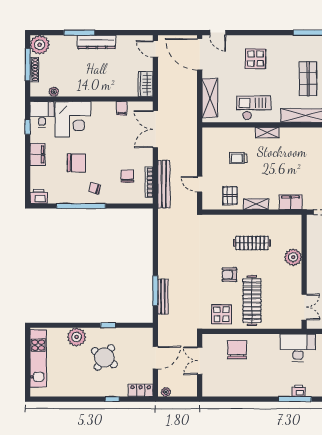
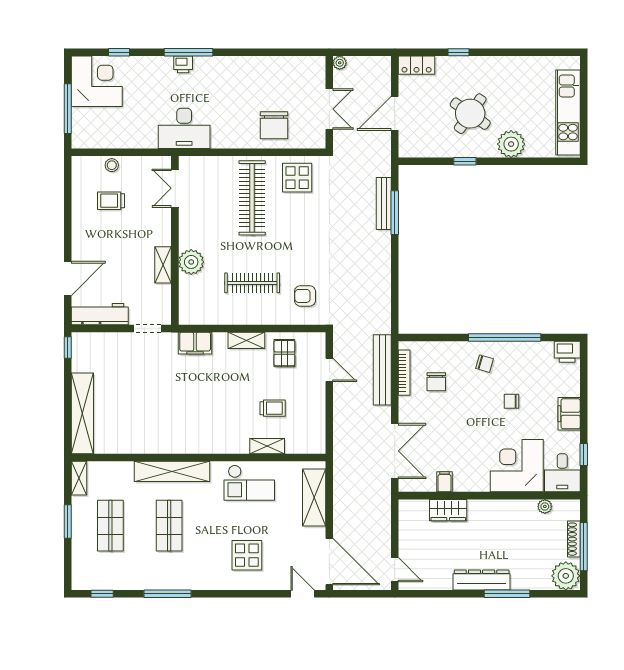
wardrobe: (146, 84) -> (448, 510), moved, turned 90
shelving: (267, 133) -> (267, 446), moved
chair: (76, 163) -> (511, 401), width x0.54, depth x0.54
shelving: (312, 255) -> (163, 265), added
armchair: (229, 275) -> (305, 296), moved, turned 180
plant: (166, 392) -> (340, 63), moved

